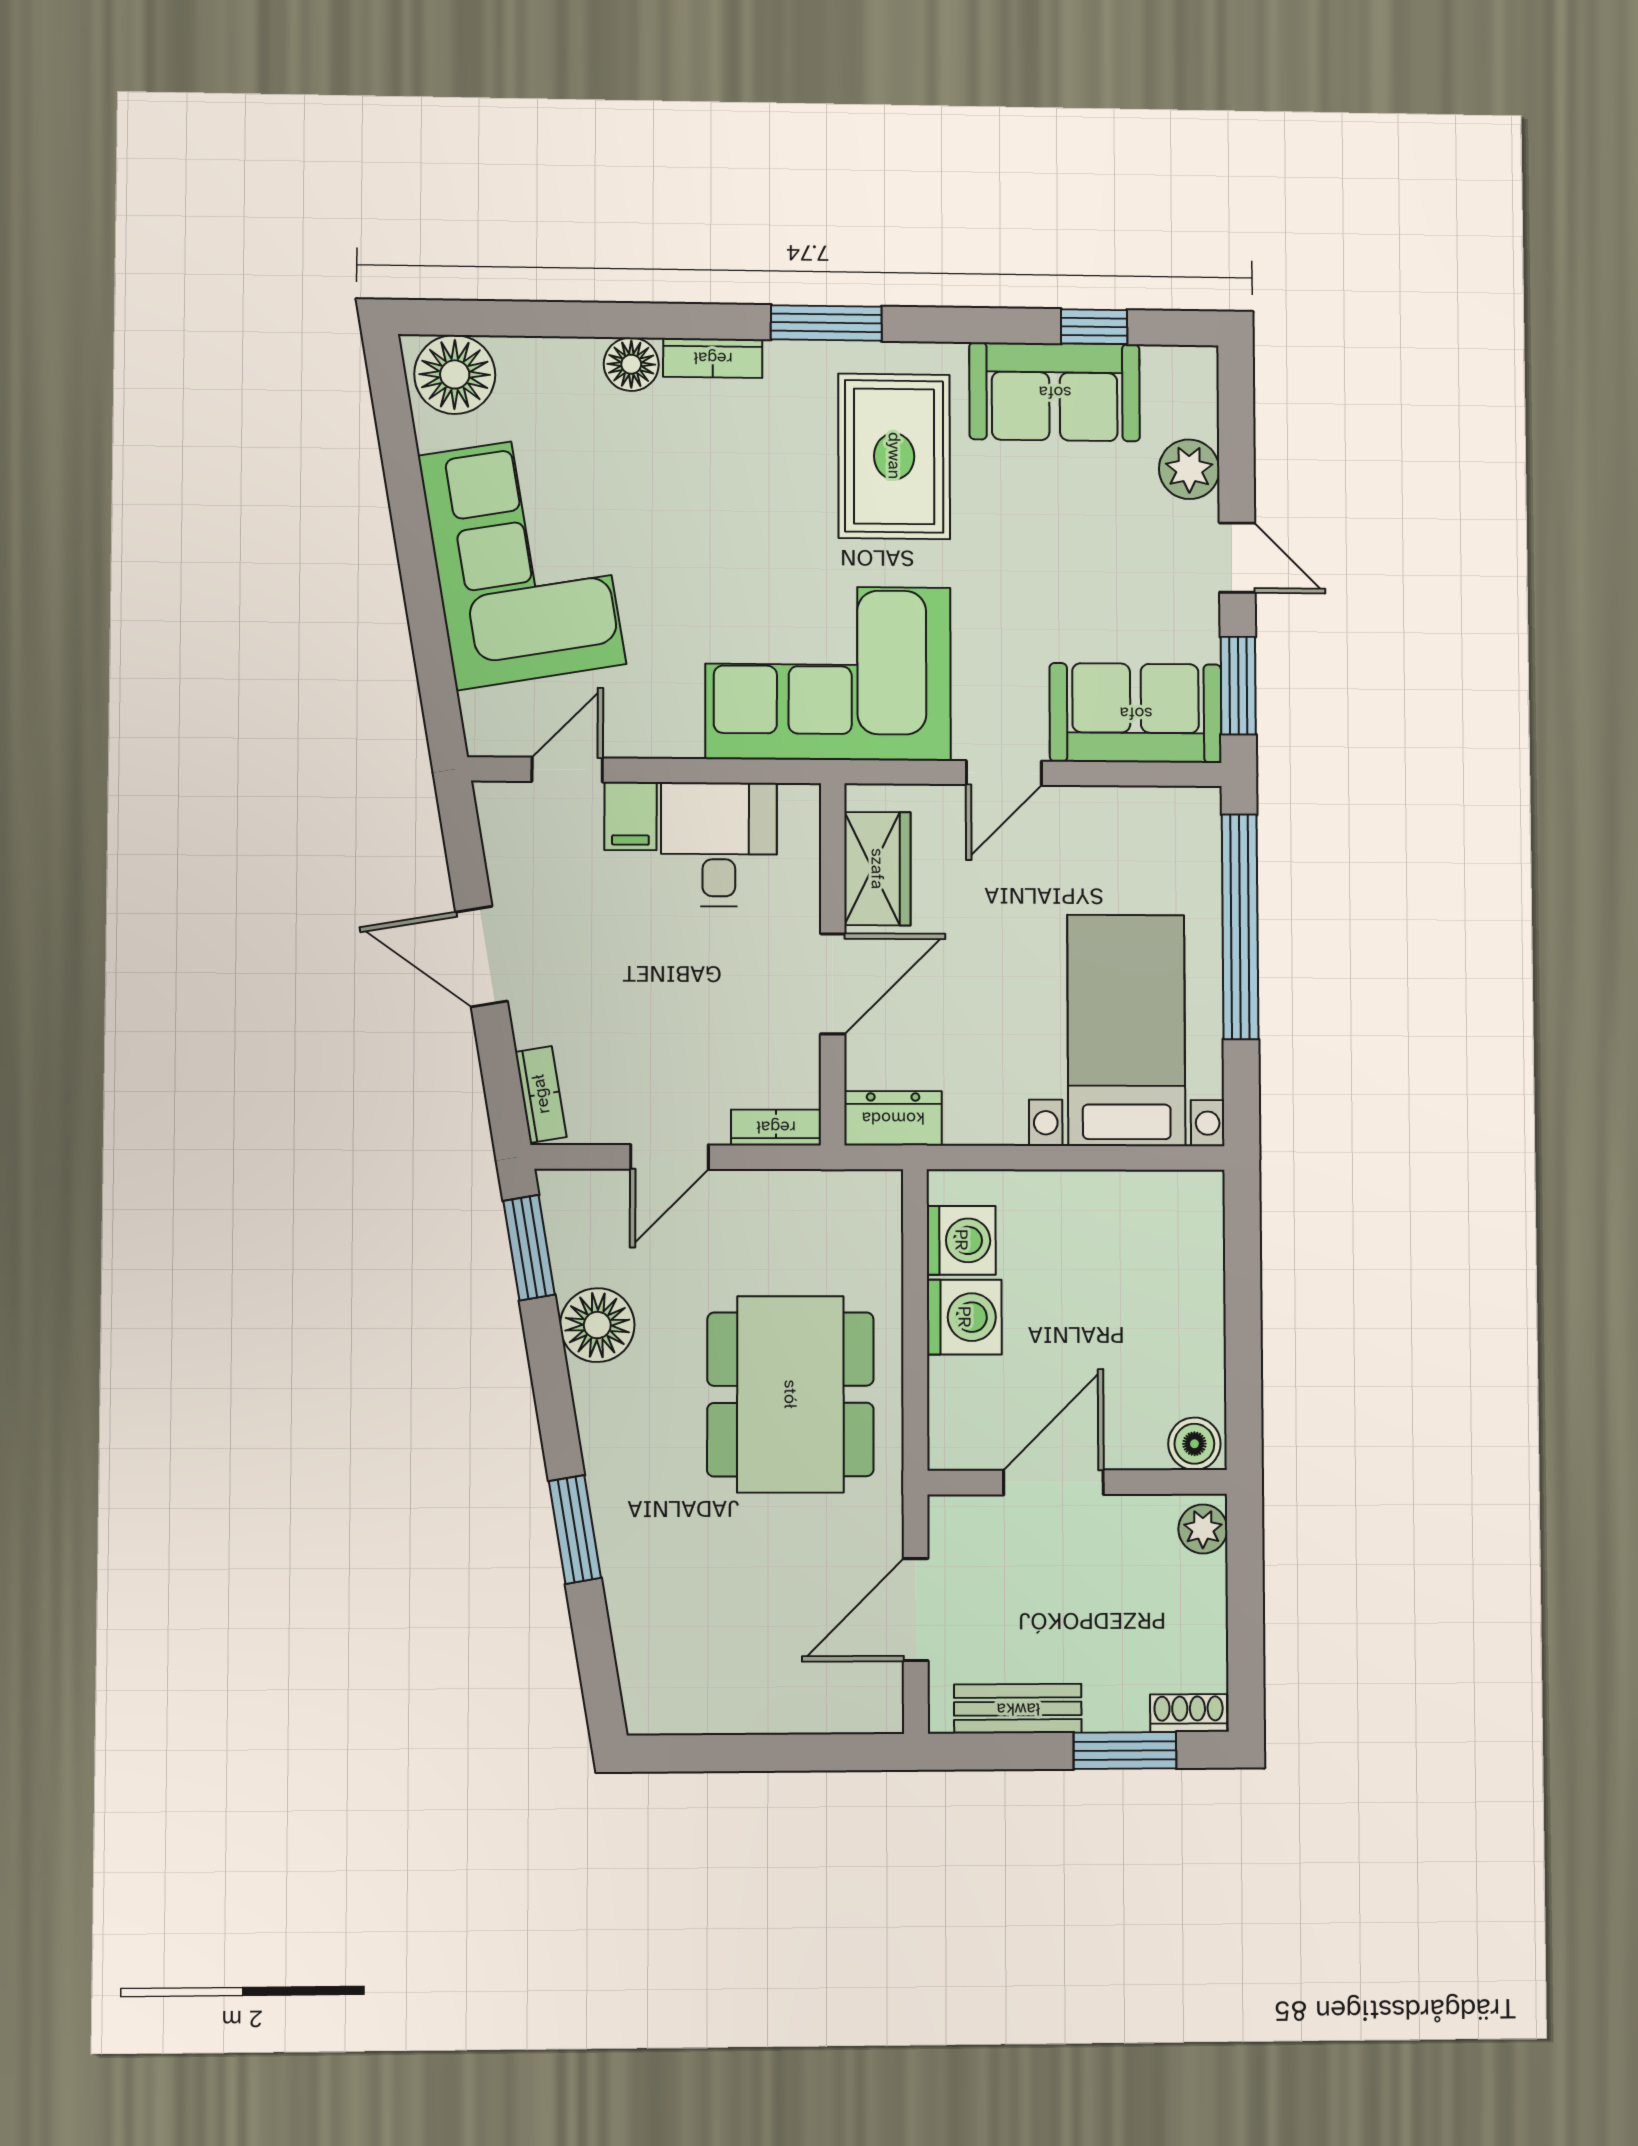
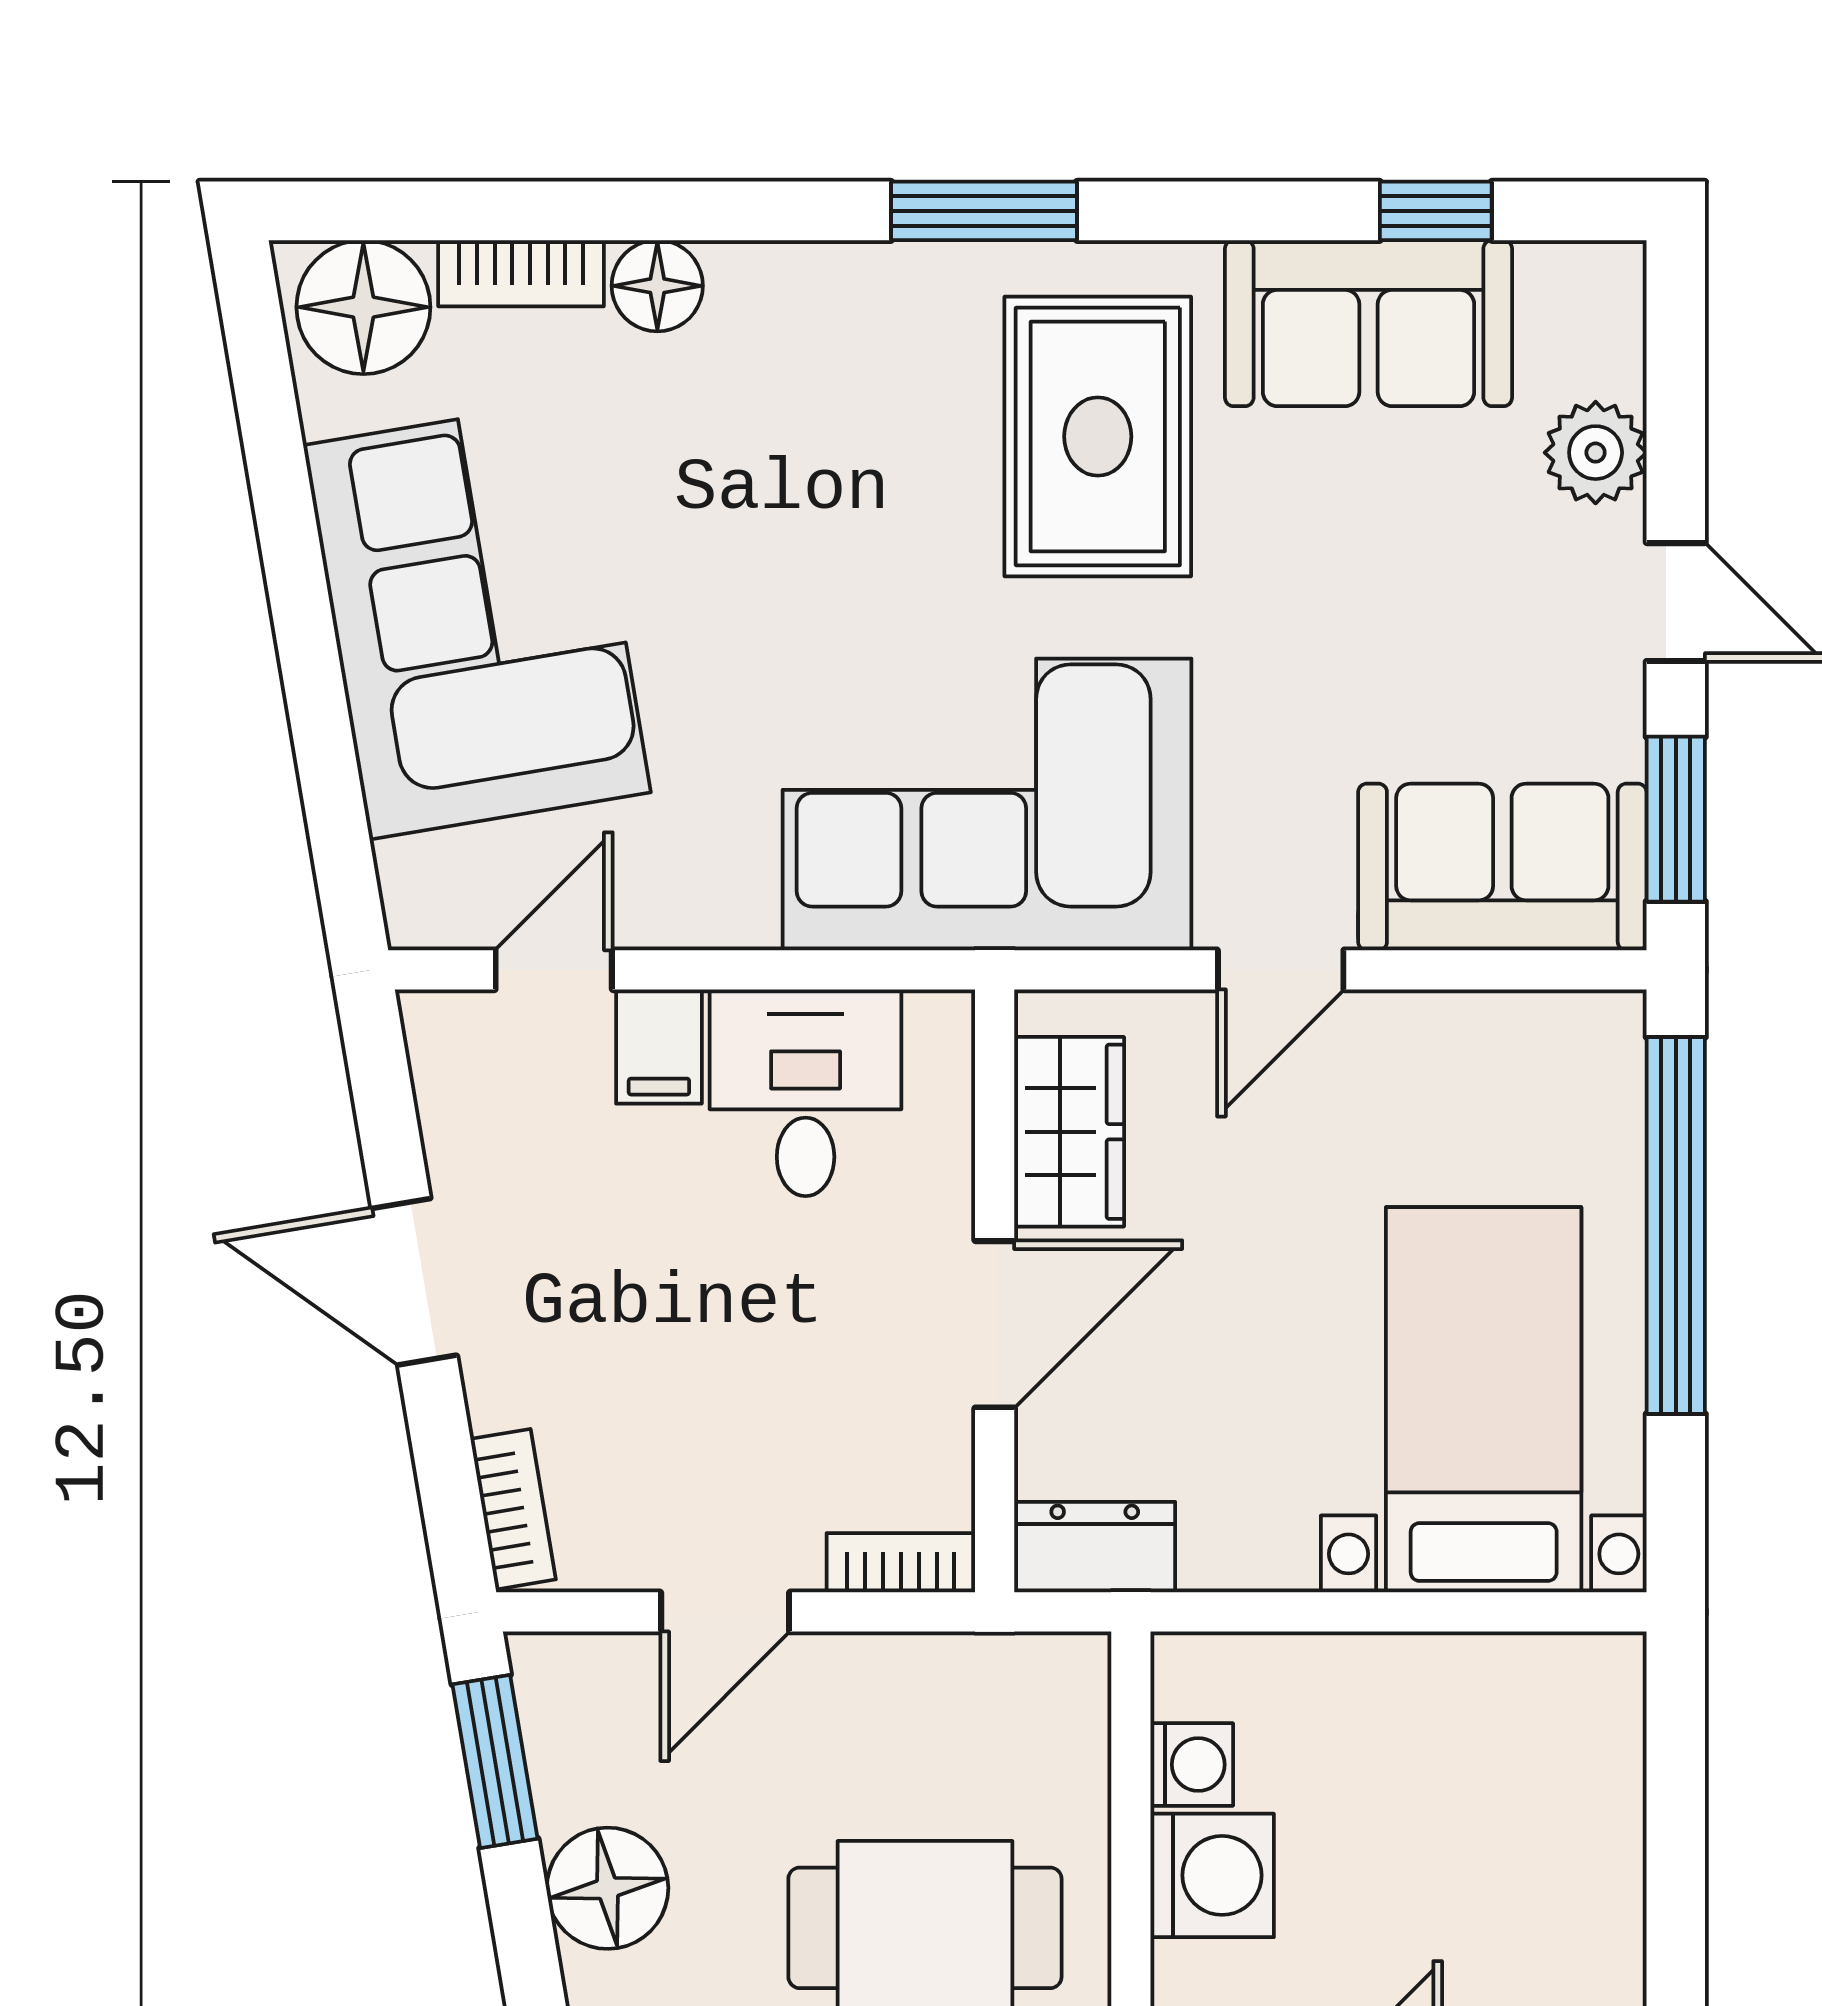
bookcase: (713, 358) -> (521, 273), moved
washing machine: (961, 1240) -> (1192, 1765), width x0.73, depth x0.73

